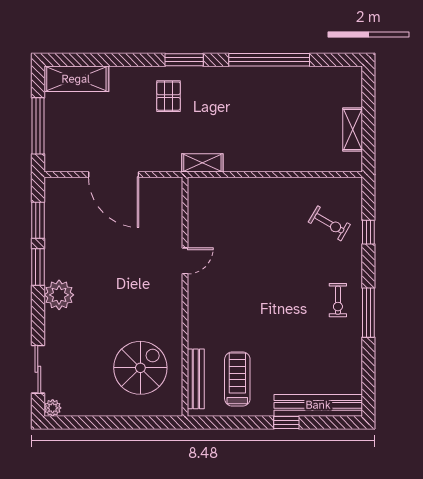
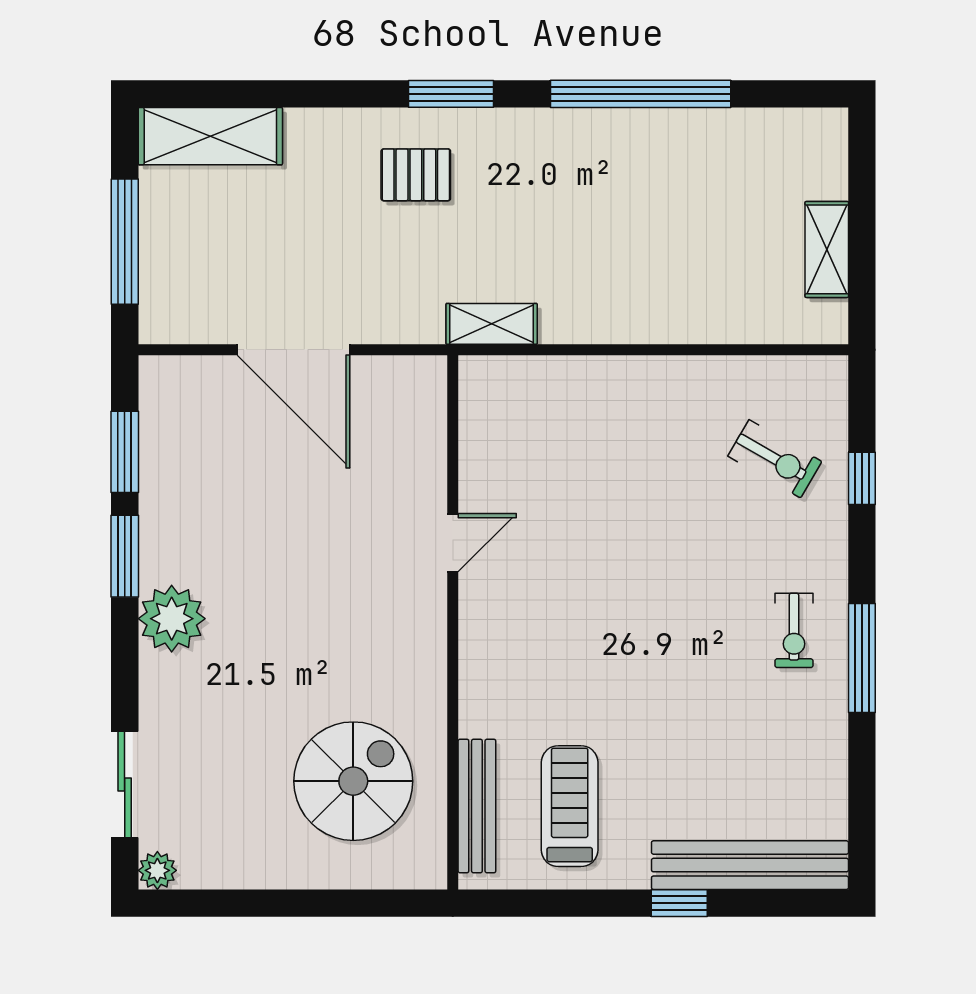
pallet: (168, 96) -> (416, 175), turned 90

